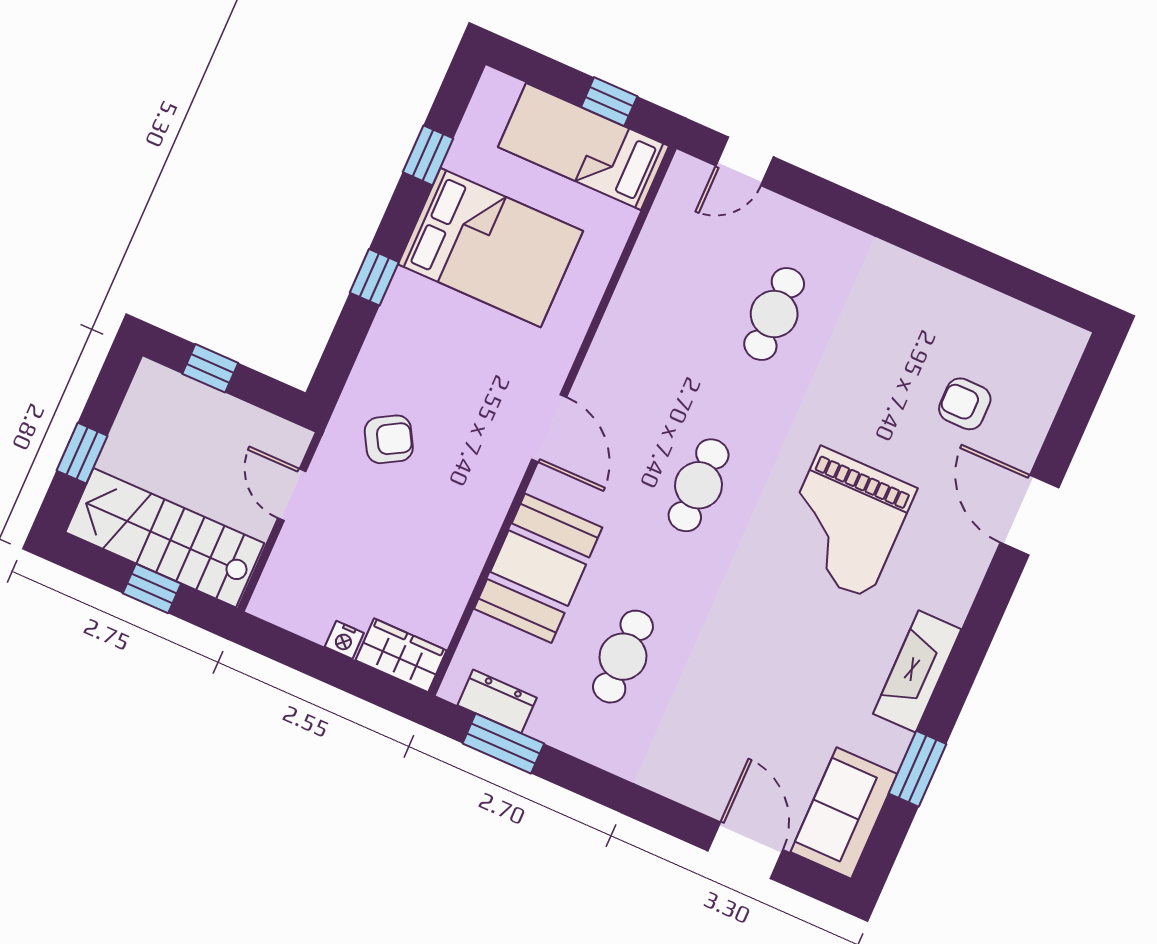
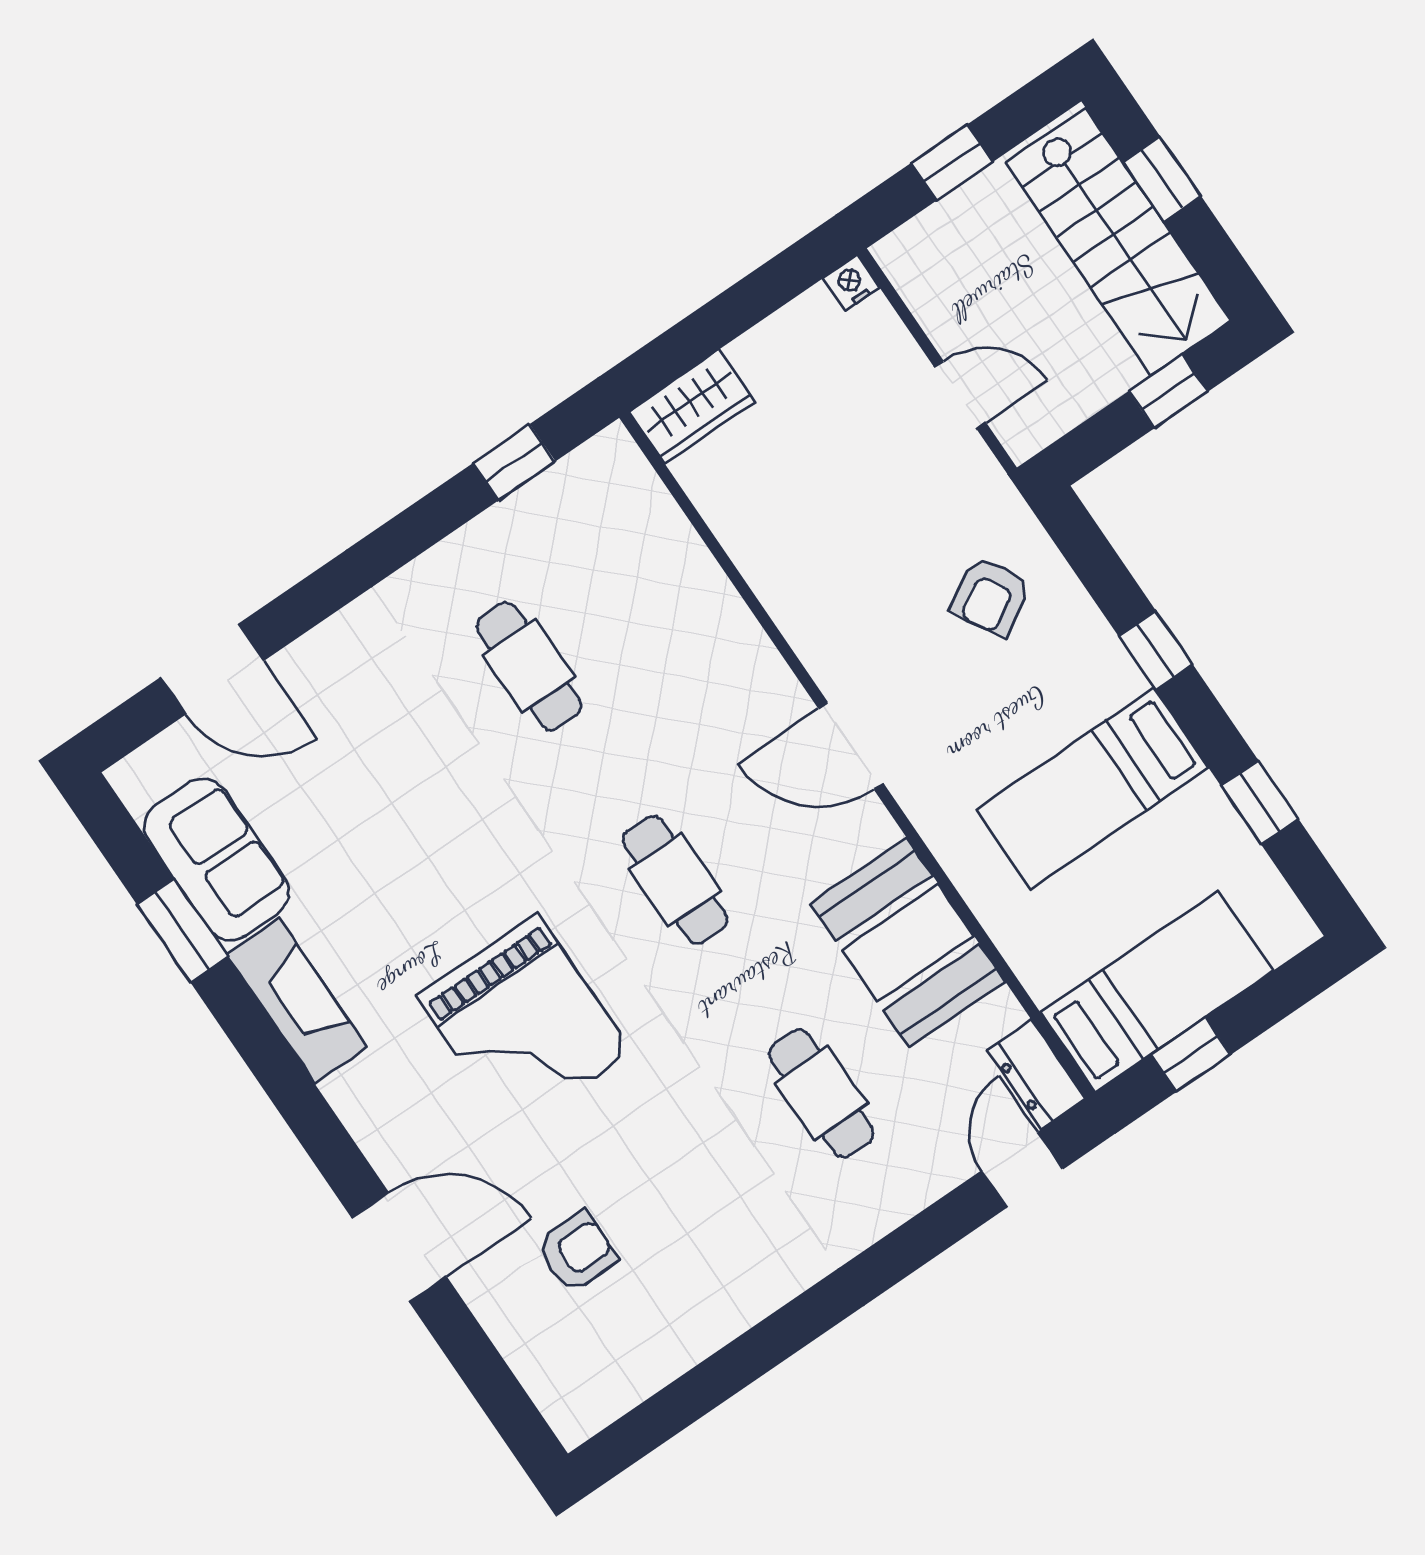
bed: (491, 248) -> (1092, 789), width x0.67
armchair: (389, 439) -> (990, 596), moved
grand piano: (844, 523) -> (525, 1024), turned 180
stairs: (165, 538) -> (1118, 242), moved, turned 90
booth: (538, 568) -> (908, 943), moved
nightstand: (344, 640) -> (851, 283), moved
dresser: (497, 701) -> (1036, 1075), moved, turned 90
window: (503, 743) -> (514, 462), width x0.67
sofa: (844, 813) -> (217, 860), moved

